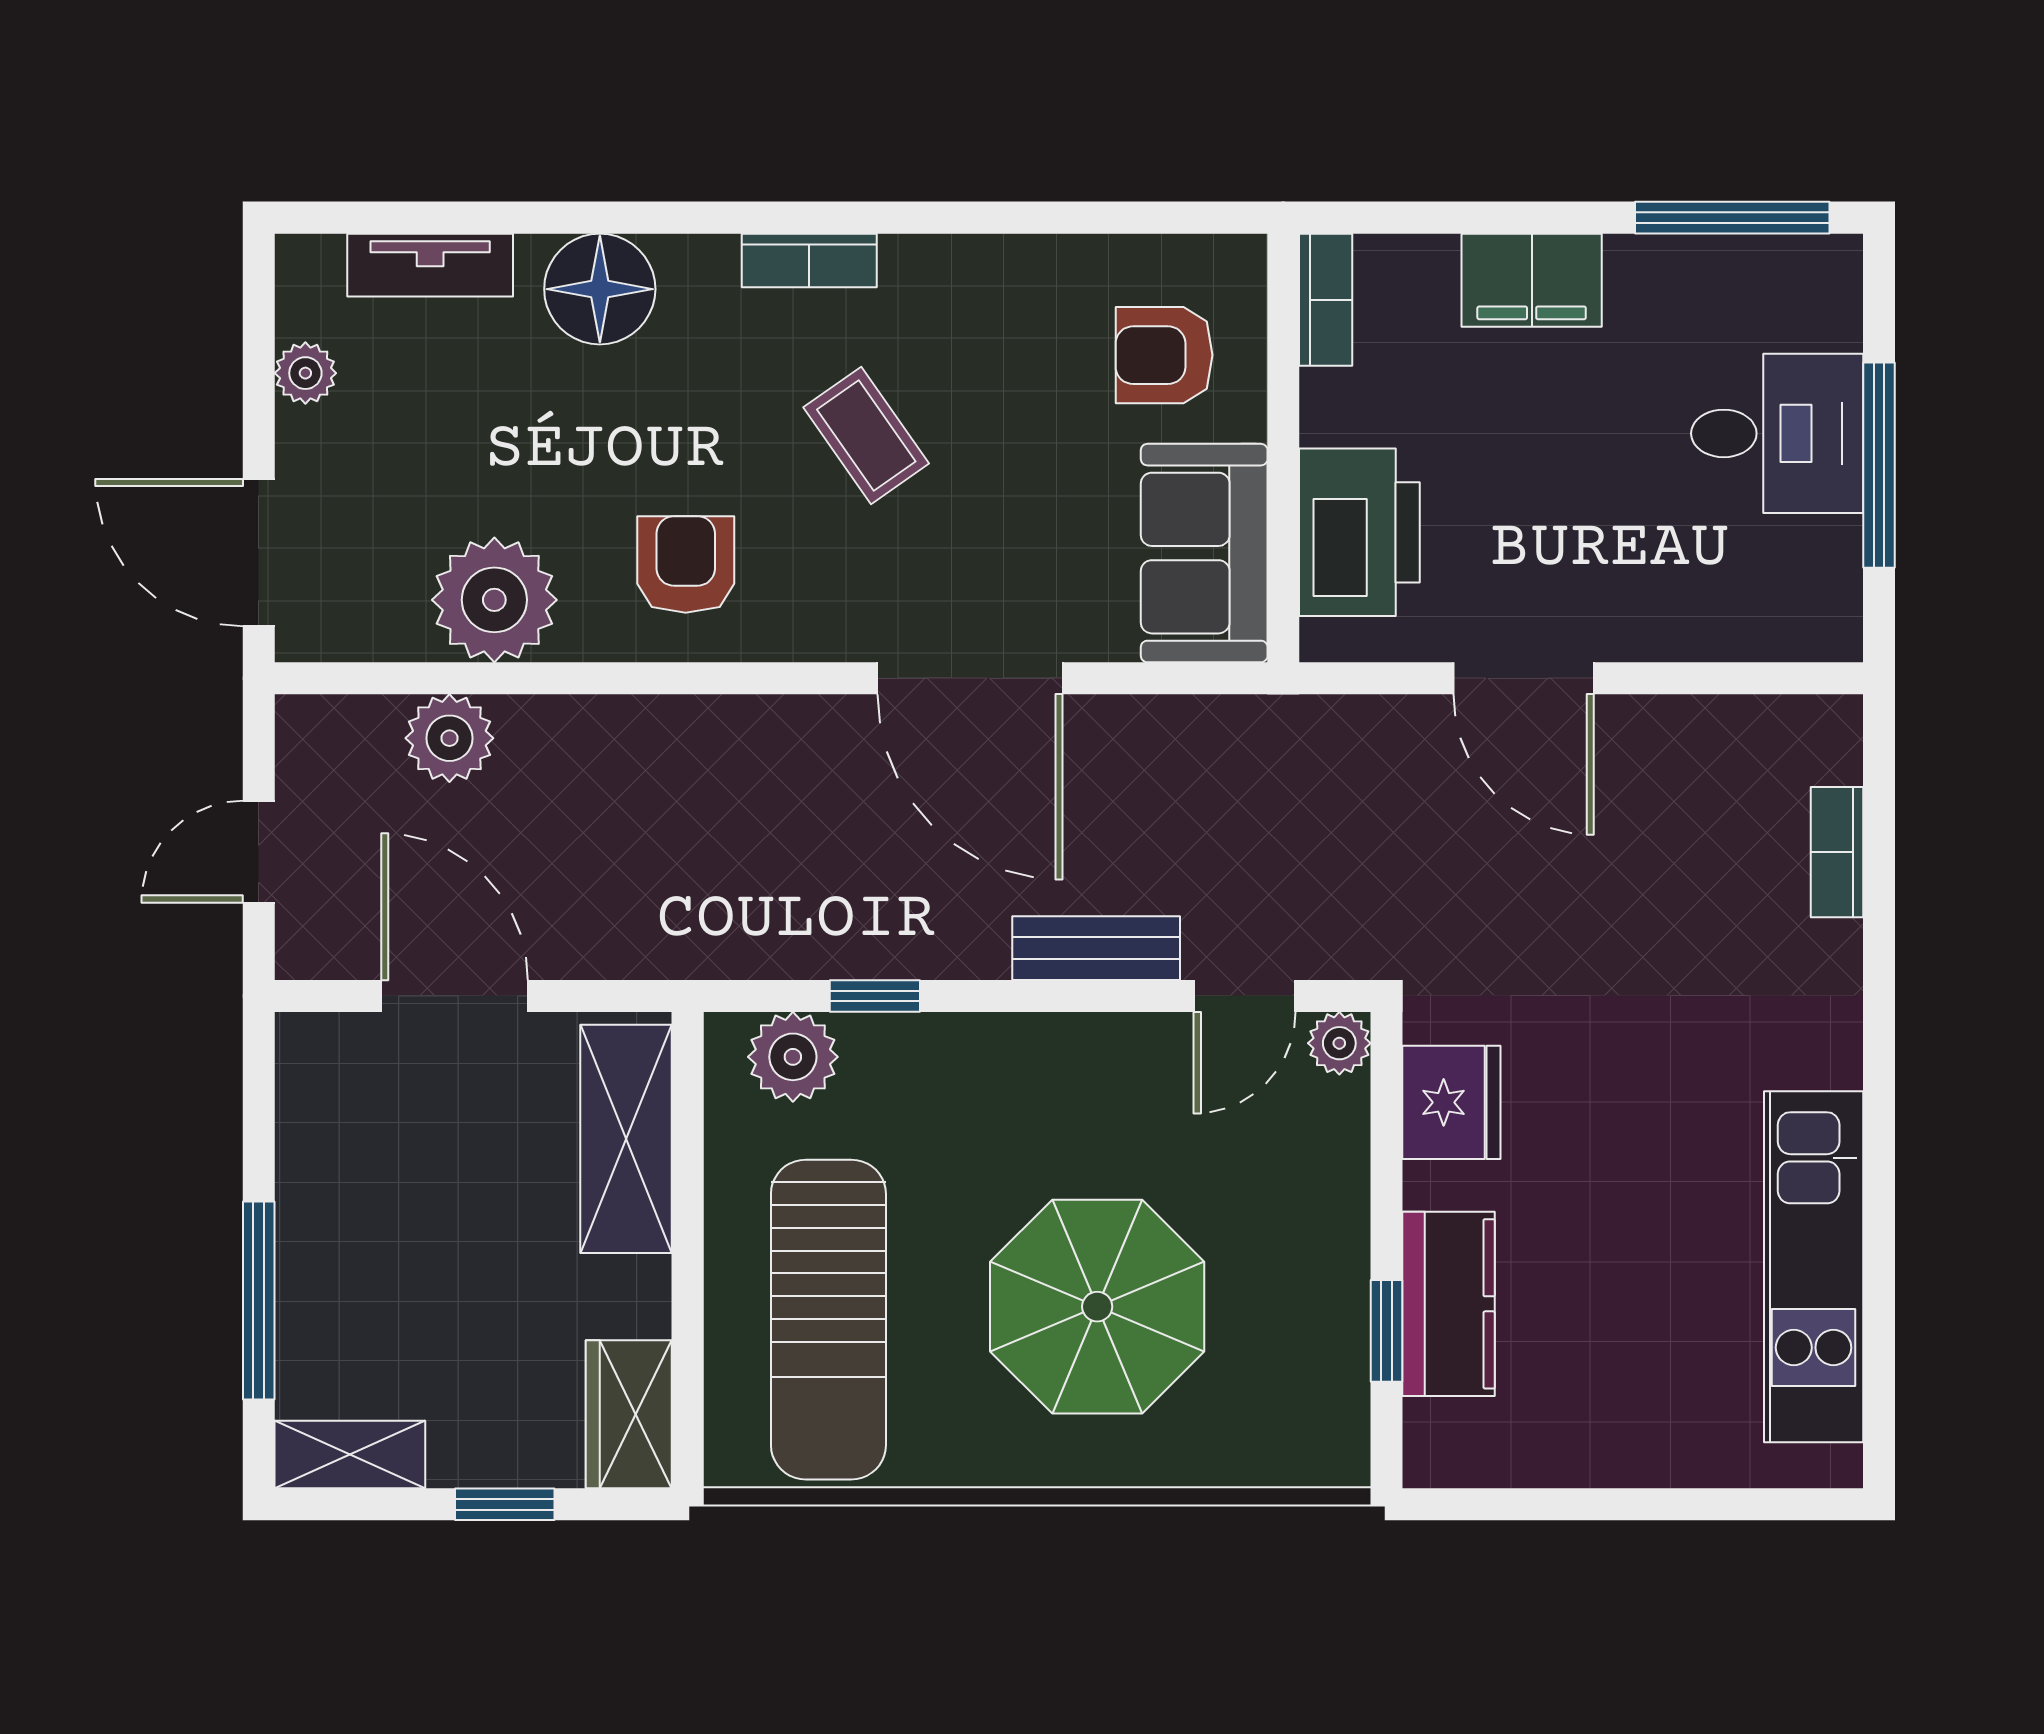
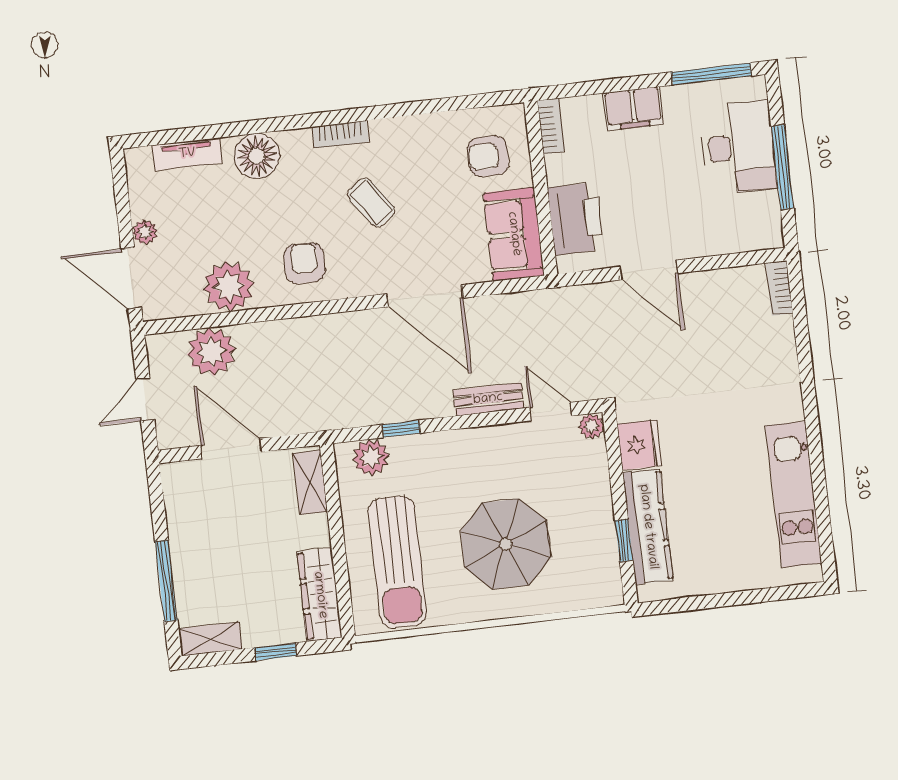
plant: (305, 373) -> (145, 232), moved
desk: (1777, 433) -> (738, 147), width x1.37
plant: (449, 738) -> (211, 352), width x1.36, depth x1.36
bookcase: (1837, 852) -> (779, 288), moved
door: (1245, 996) -> (551, 412), swing flipped
shelving: (626, 1139) -> (310, 482), width x0.67, depth x0.75
kitchen counter: (1449, 1304) -> (648, 527), width x1.50
wardrobe: (629, 1414) -> (320, 595), width x1.50

